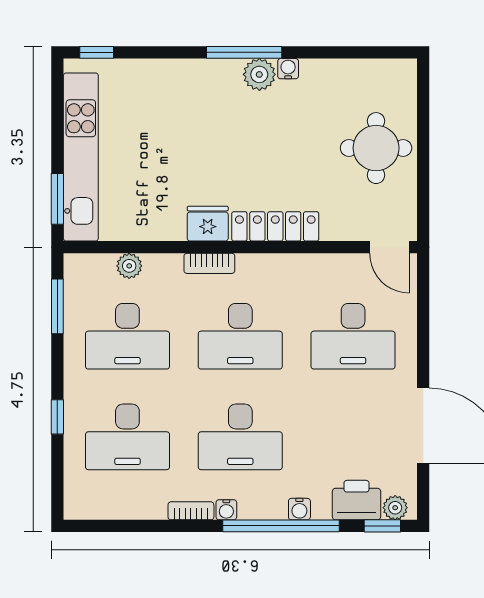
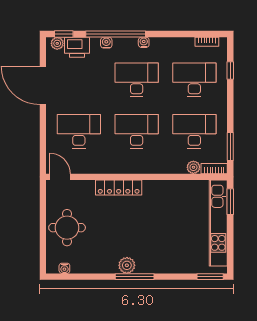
window: (97, 52) -> (210, 277), width x1.50
water cooler: (288, 69) -> (64, 268), moved
fridge: (208, 224) -> (153, 189), removed
bookcase: (209, 263) -> (214, 169), moved
window: (57, 417) -> (230, 71), moved
bookcase: (191, 511) -> (207, 42), moved

